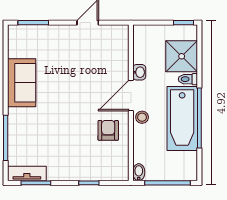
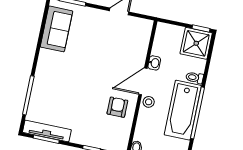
shower: (182, 56) -> (196, 43), moved
sofa: (22, 83) -> (56, 29), moved
tv unit: (27, 174) -> (47, 131), width x1.41

